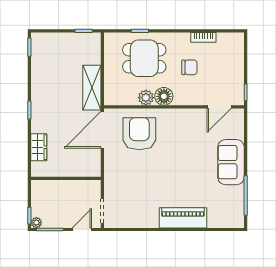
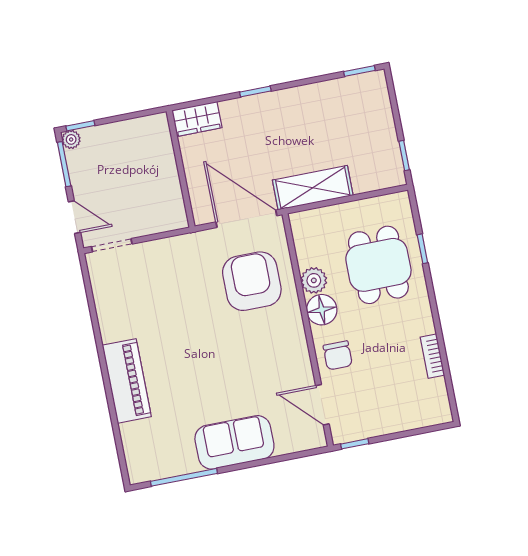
chair: (189, 67) -> (338, 355), moved
armchair: (139, 134) -> (252, 281), turned -90
wall: (66, 178) -> (181, 169), moved

